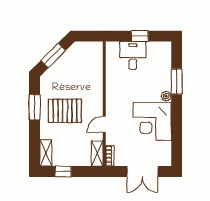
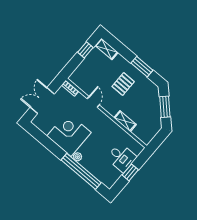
window: (177, 82) -> (81, 171), width x2.11
pallet: (65, 111) -> (123, 84), width x0.67, depth x0.71
shelving: (97, 153) -> (125, 121), moved

